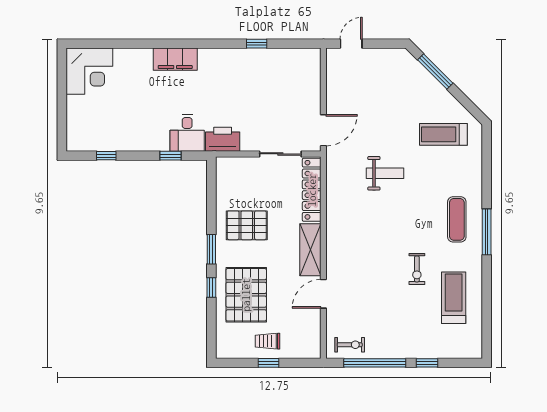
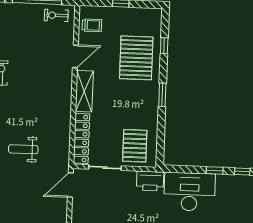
desk: (187, 133) -> (189, 192), width x1.87, depth x1.30
window: (170, 156) -> (215, 170), moved
pallet: (247, 225) -> (135, 146), moved, turned 90
window: (211, 287) -> (164, 46), moved
trolley: (267, 341) -> (92, 25), moved

